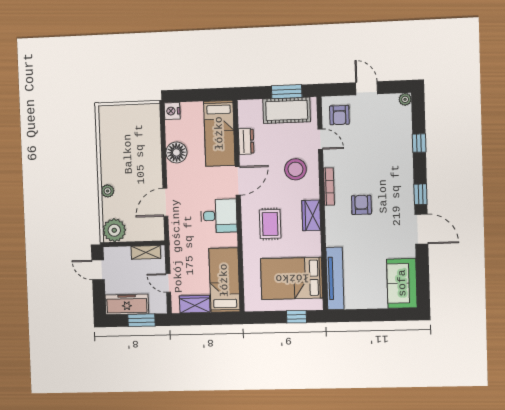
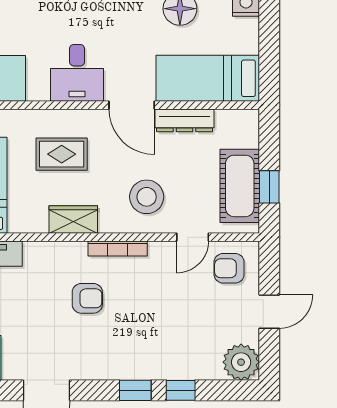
window: (287, 92) -> (269, 187), width x0.67
plant: (405, 99) -> (241, 362), width x1.88, depth x1.88
dresser: (246, 141) -> (184, 120), width x1.44
window: (420, 194) -> (135, 390), moved

